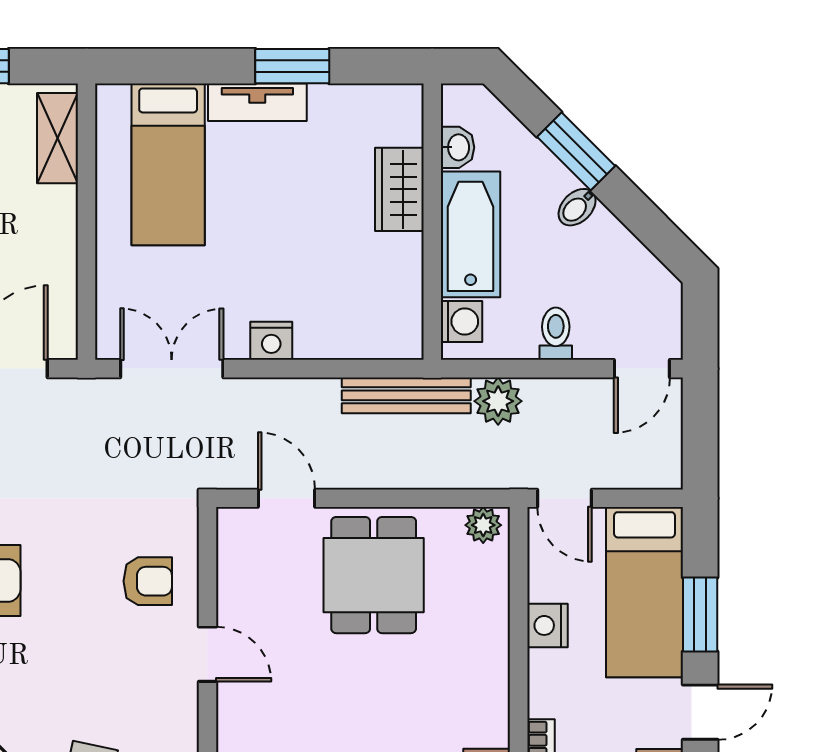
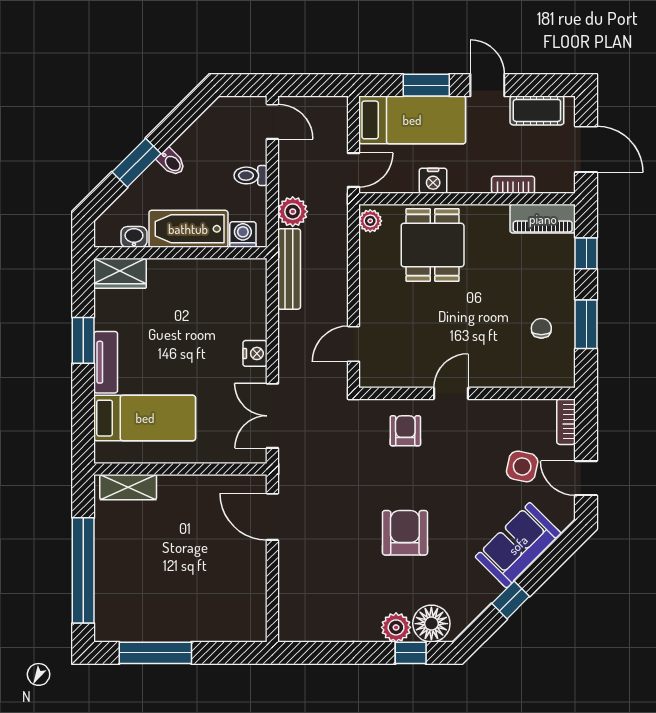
wardrobe: (399, 189) -> (120, 273), moved
dining table: (374, 575) -> (433, 245), moved, turned 90

